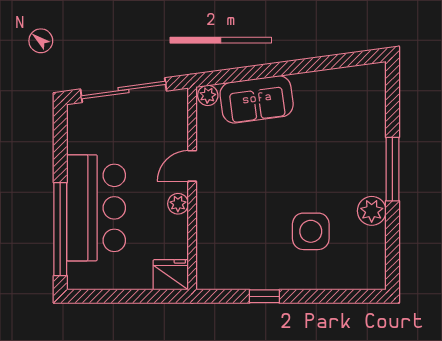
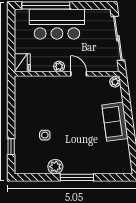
sofa: (257, 99) -> (115, 122), moved
side table: (311, 231) -> (45, 135), width x0.54, depth x0.54
window: (264, 296) -> (11, 147), moved

